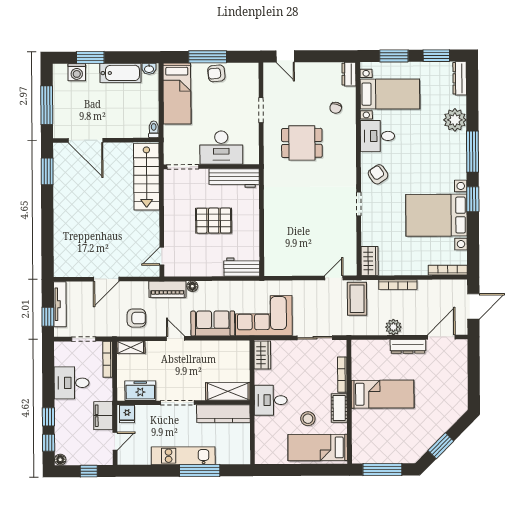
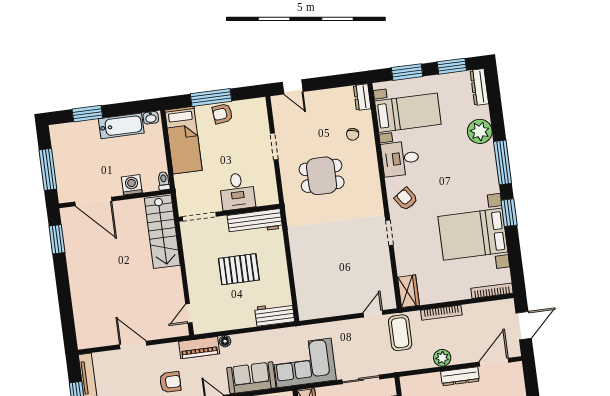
washing machine: (77, 72) -> (132, 185), moved, turned 180
desk: (221, 148) -> (237, 191), width x0.73
door: (106, 279) -> (133, 345), swing flipped

